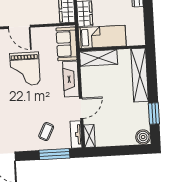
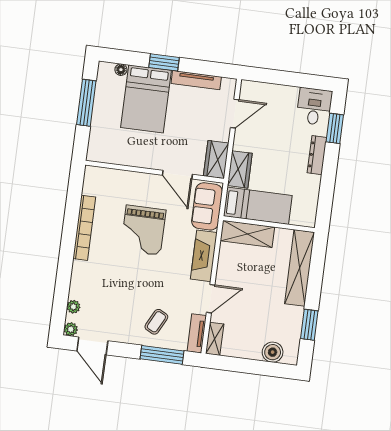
door: (19, 27) -> (177, 175), moved
boiler: (143, 137) -> (273, 352), moved

